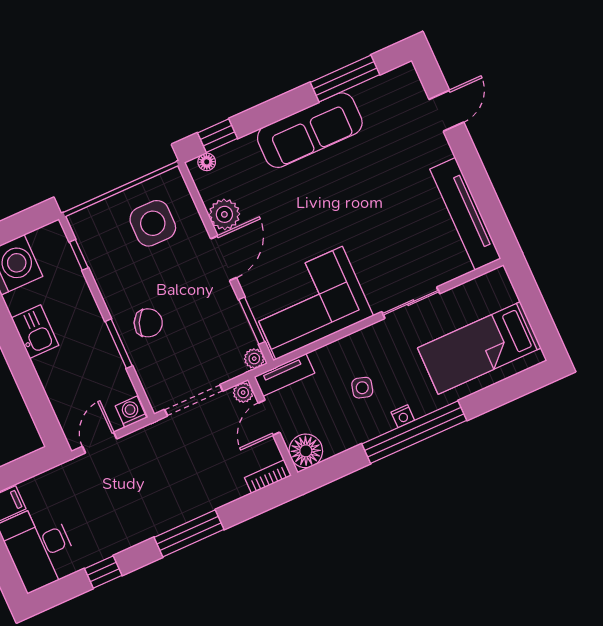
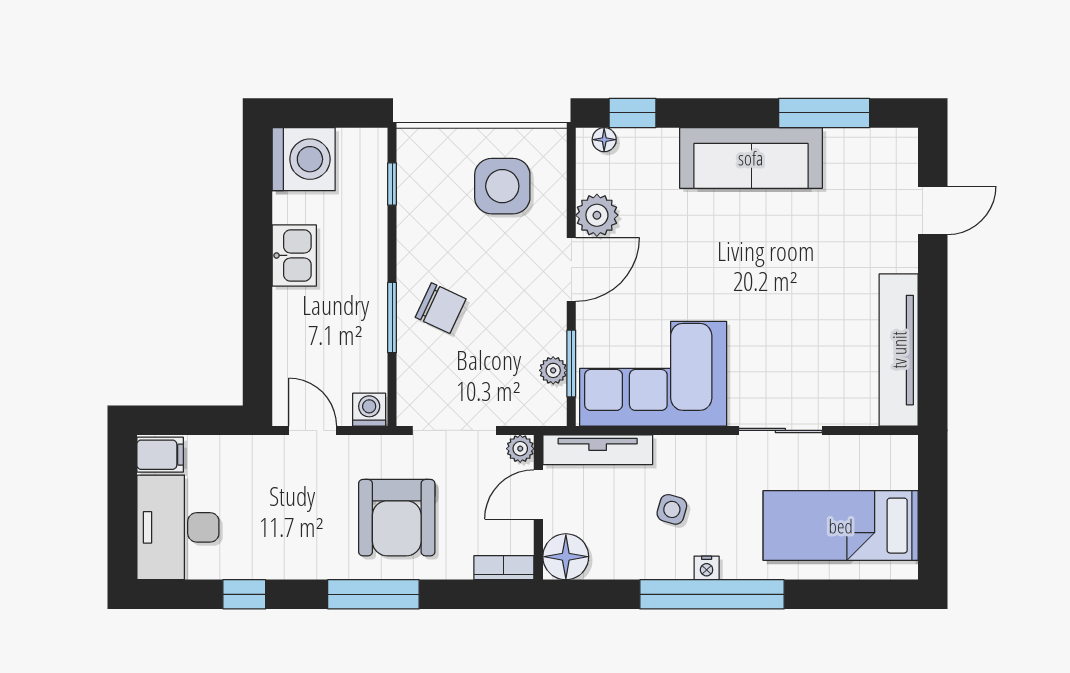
plant: (254, 359) -> (553, 370), moved
tv unit: (284, 375) -> (598, 450), width x1.41
door: (100, 443) -> (313, 430), hinge flipped
armchair: (182, 475) -> (397, 518), added

